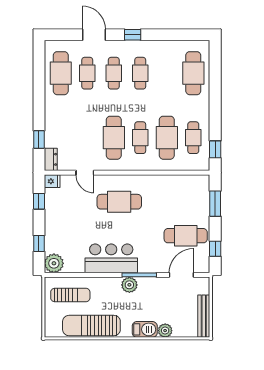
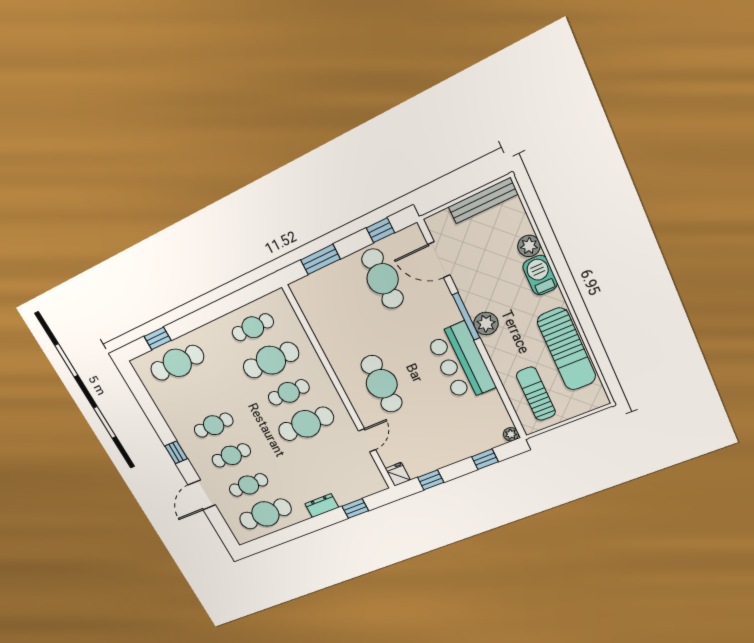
window: (215, 149) -> (158, 338), moved
dresser: (51, 159) -> (322, 506), moved
plant: (54, 263) -> (511, 434), width x0.53, depth x0.53

